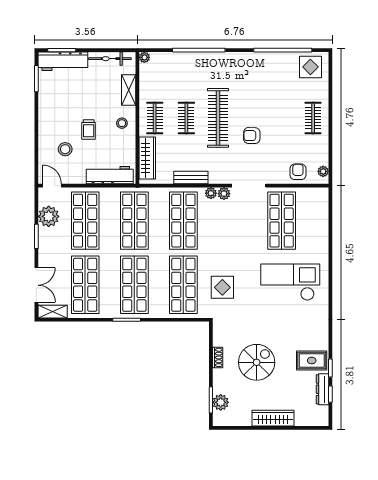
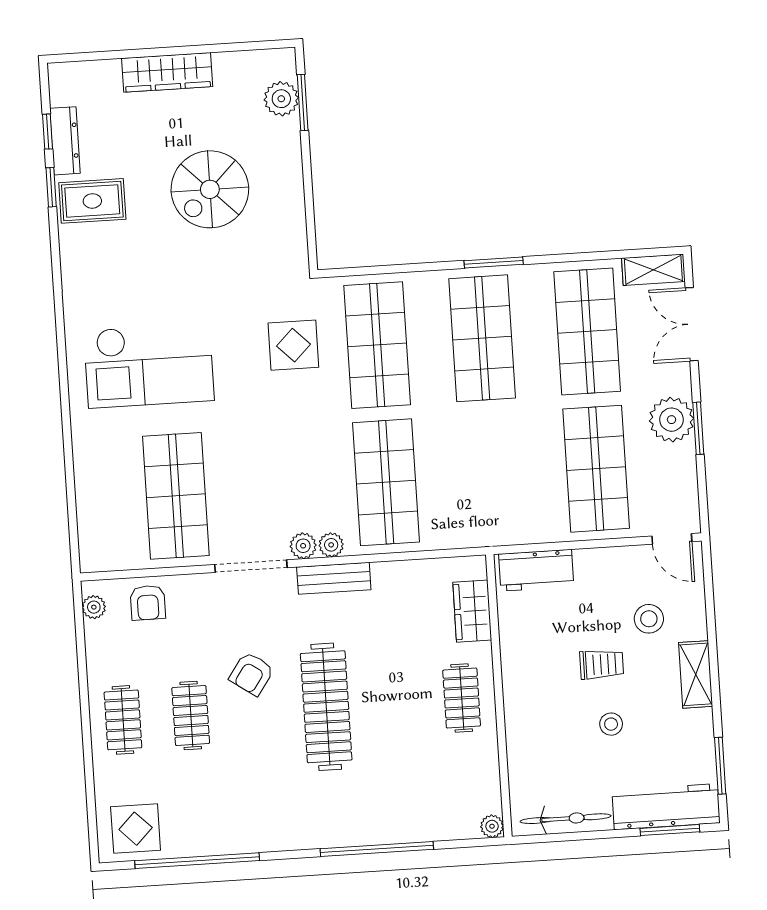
shelving: (129, 90) -> (696, 674), moved
clothes rail: (186, 118) -> (191, 716), moved
stool: (122, 123) -> (611, 724), moved
trolley: (89, 129) -> (602, 664), turned 90
armchair: (252, 136) -> (252, 674), turned 124
wardrobe: (147, 158) -> (472, 611), width x0.67
workbench: (110, 175) -> (536, 570), width x0.73
bench: (191, 178) -> (334, 578), moved
plant: (49, 216) -> (672, 420), moved
shop shelf: (134, 221) -> (491, 476), removed
shoe rack: (218, 357) -> (294, 194), removed

